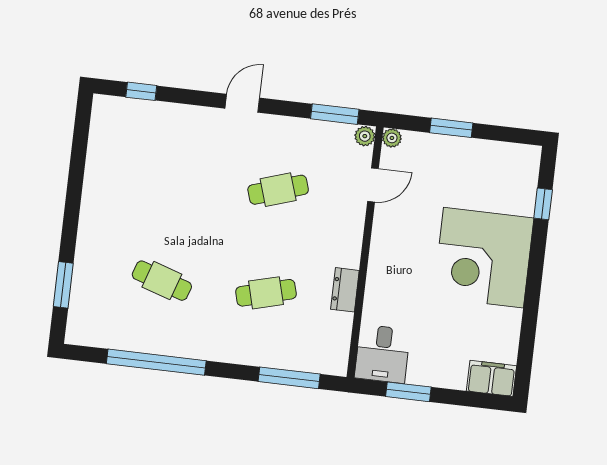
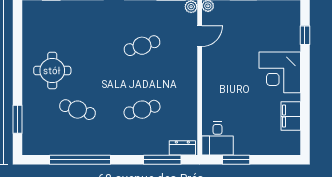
round table: (129, 213) -> (52, 71), added
corner desk: (483, 258) -> (280, 72), width x0.74, depth x0.74
dresser: (345, 290) -> (182, 148), moved, turned 90
filing cabinet: (491, 378) -> (291, 116), moved, turned -90

